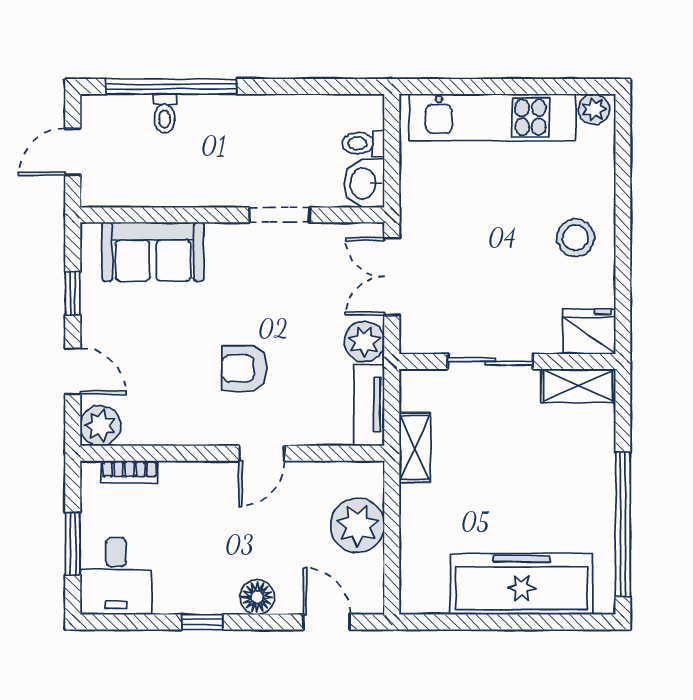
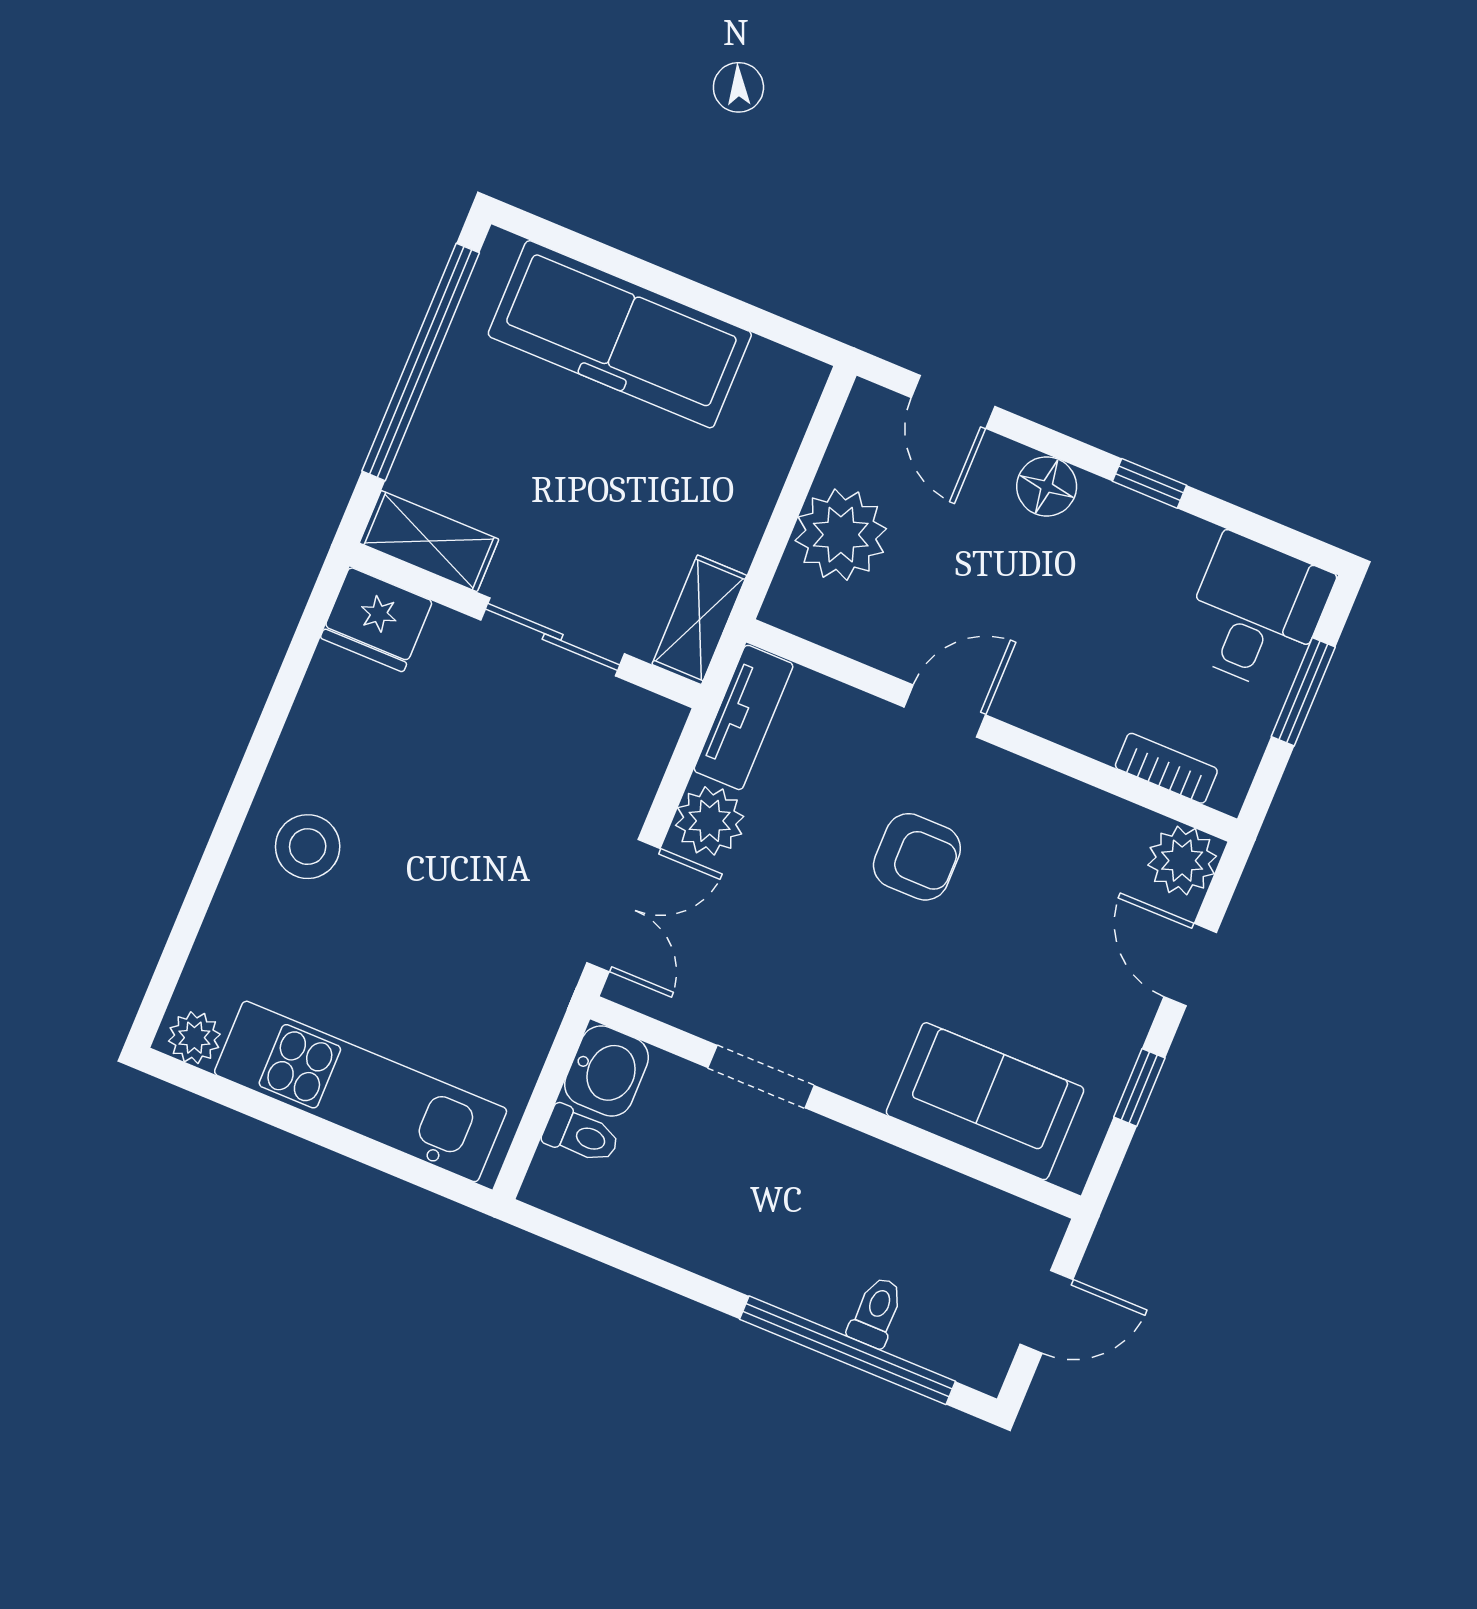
fridge: (589, 332) -> (376, 620), moved
sliding door: (490, 362) -> (553, 637), moved
wall: (507, 362) -> (525, 626), moved
shelving: (578, 386) -> (429, 541), moved

